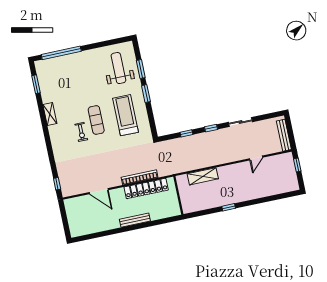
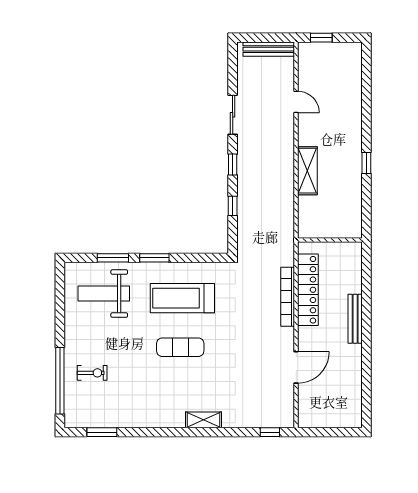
shelving: (50, 114) -> (203, 420), moved
exercise bike: (81, 132) -> (92, 373), moved
shelving: (203, 176) -> (307, 171), moved

